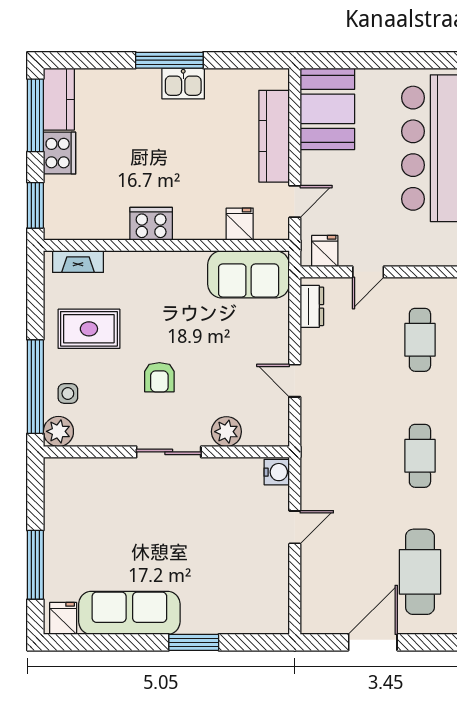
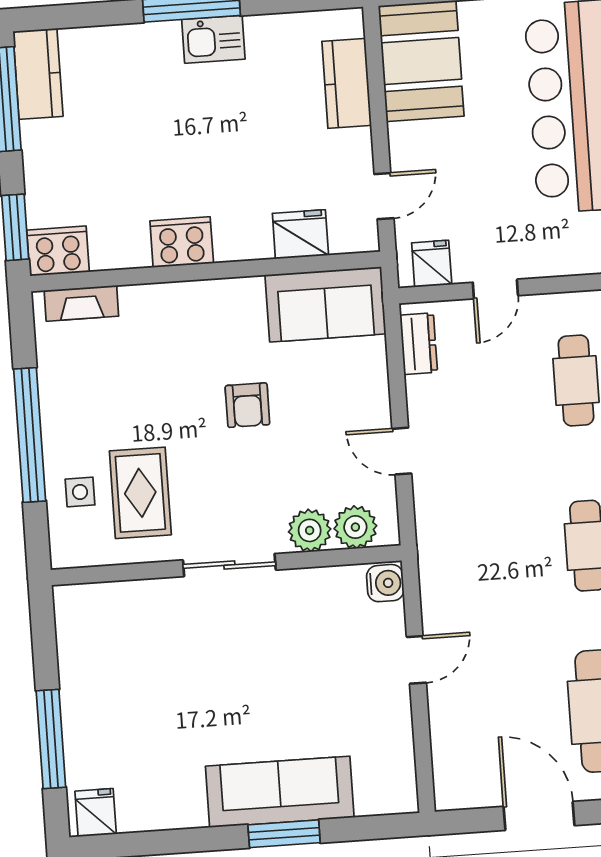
kitchen counter: (274, 136) -> (347, 83), width x0.67
cooker: (60, 153) -> (58, 251), moved, turned -90
fridge: (240, 224) -> (300, 234), width x1.38
rug: (89, 329) -> (140, 493), moved, turned 90
armchair: (159, 377) -> (247, 405), moved
window: (35, 387) -> (30, 435), moved
plant: (58, 431) -> (355, 527), moved
sofa: (129, 613) -> (280, 792), moved
door: (373, 642) -> (539, 816), hinge flipped

